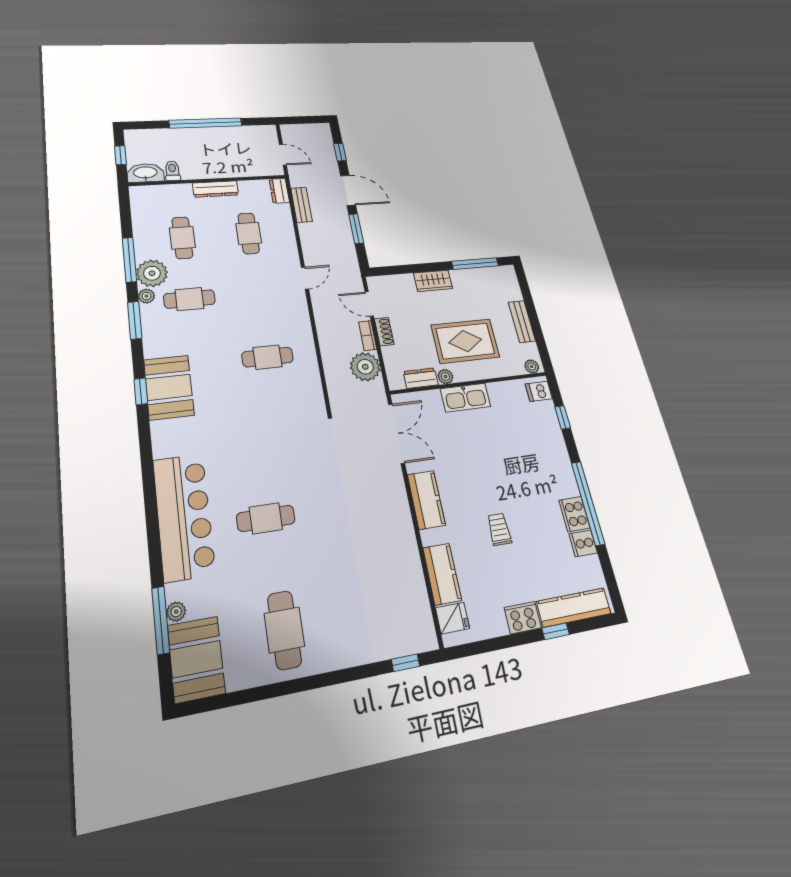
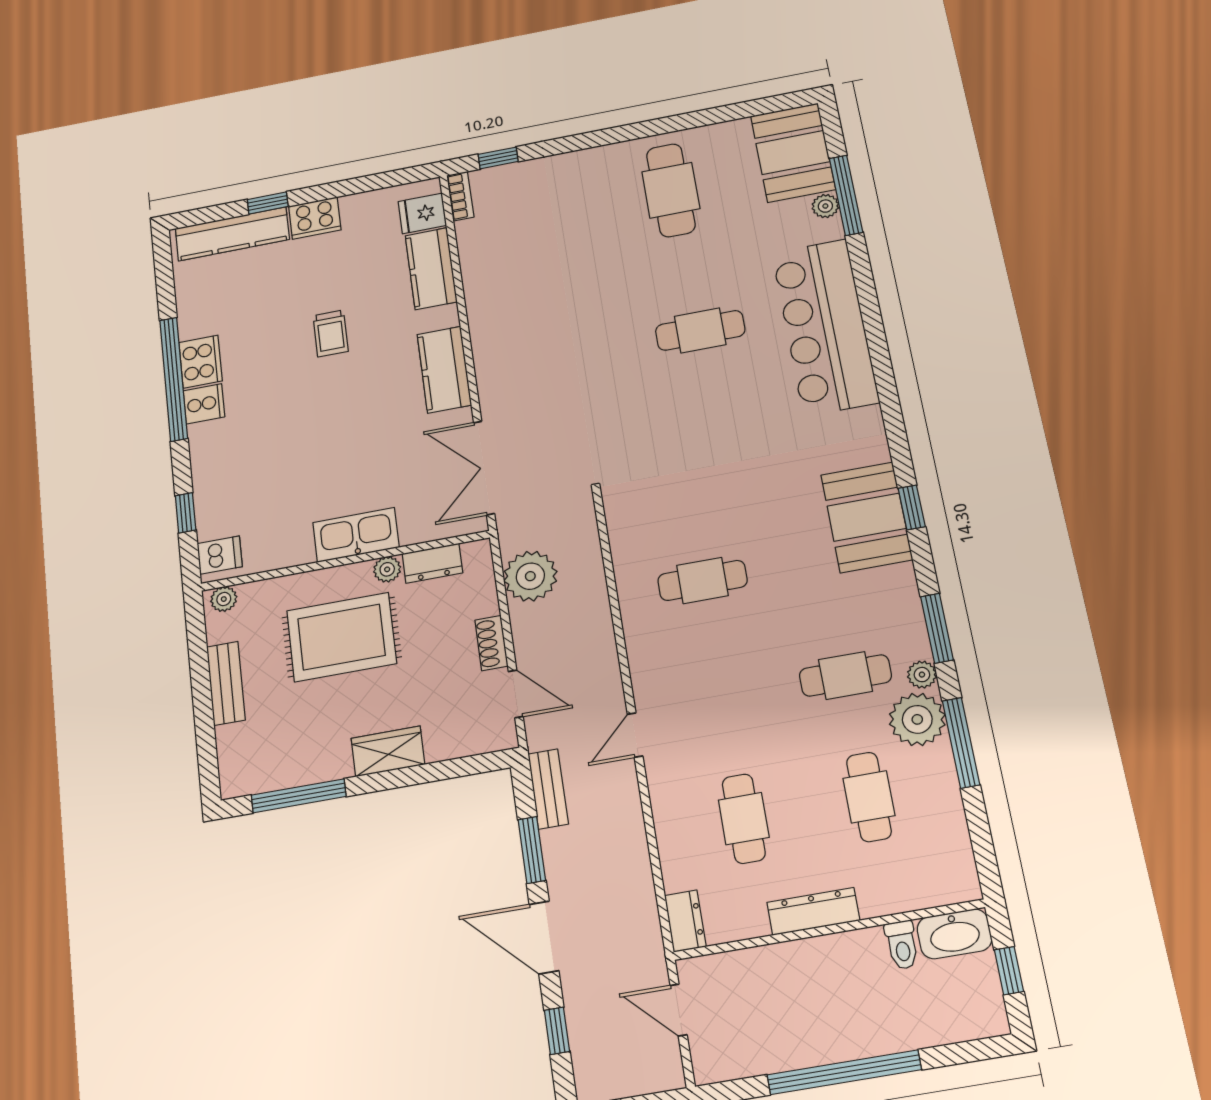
bench: (301, 205) -> (548, 789), moved
bookcase: (368, 336) -> (460, 196), moved
cooker: (583, 543) -> (204, 404), moved

